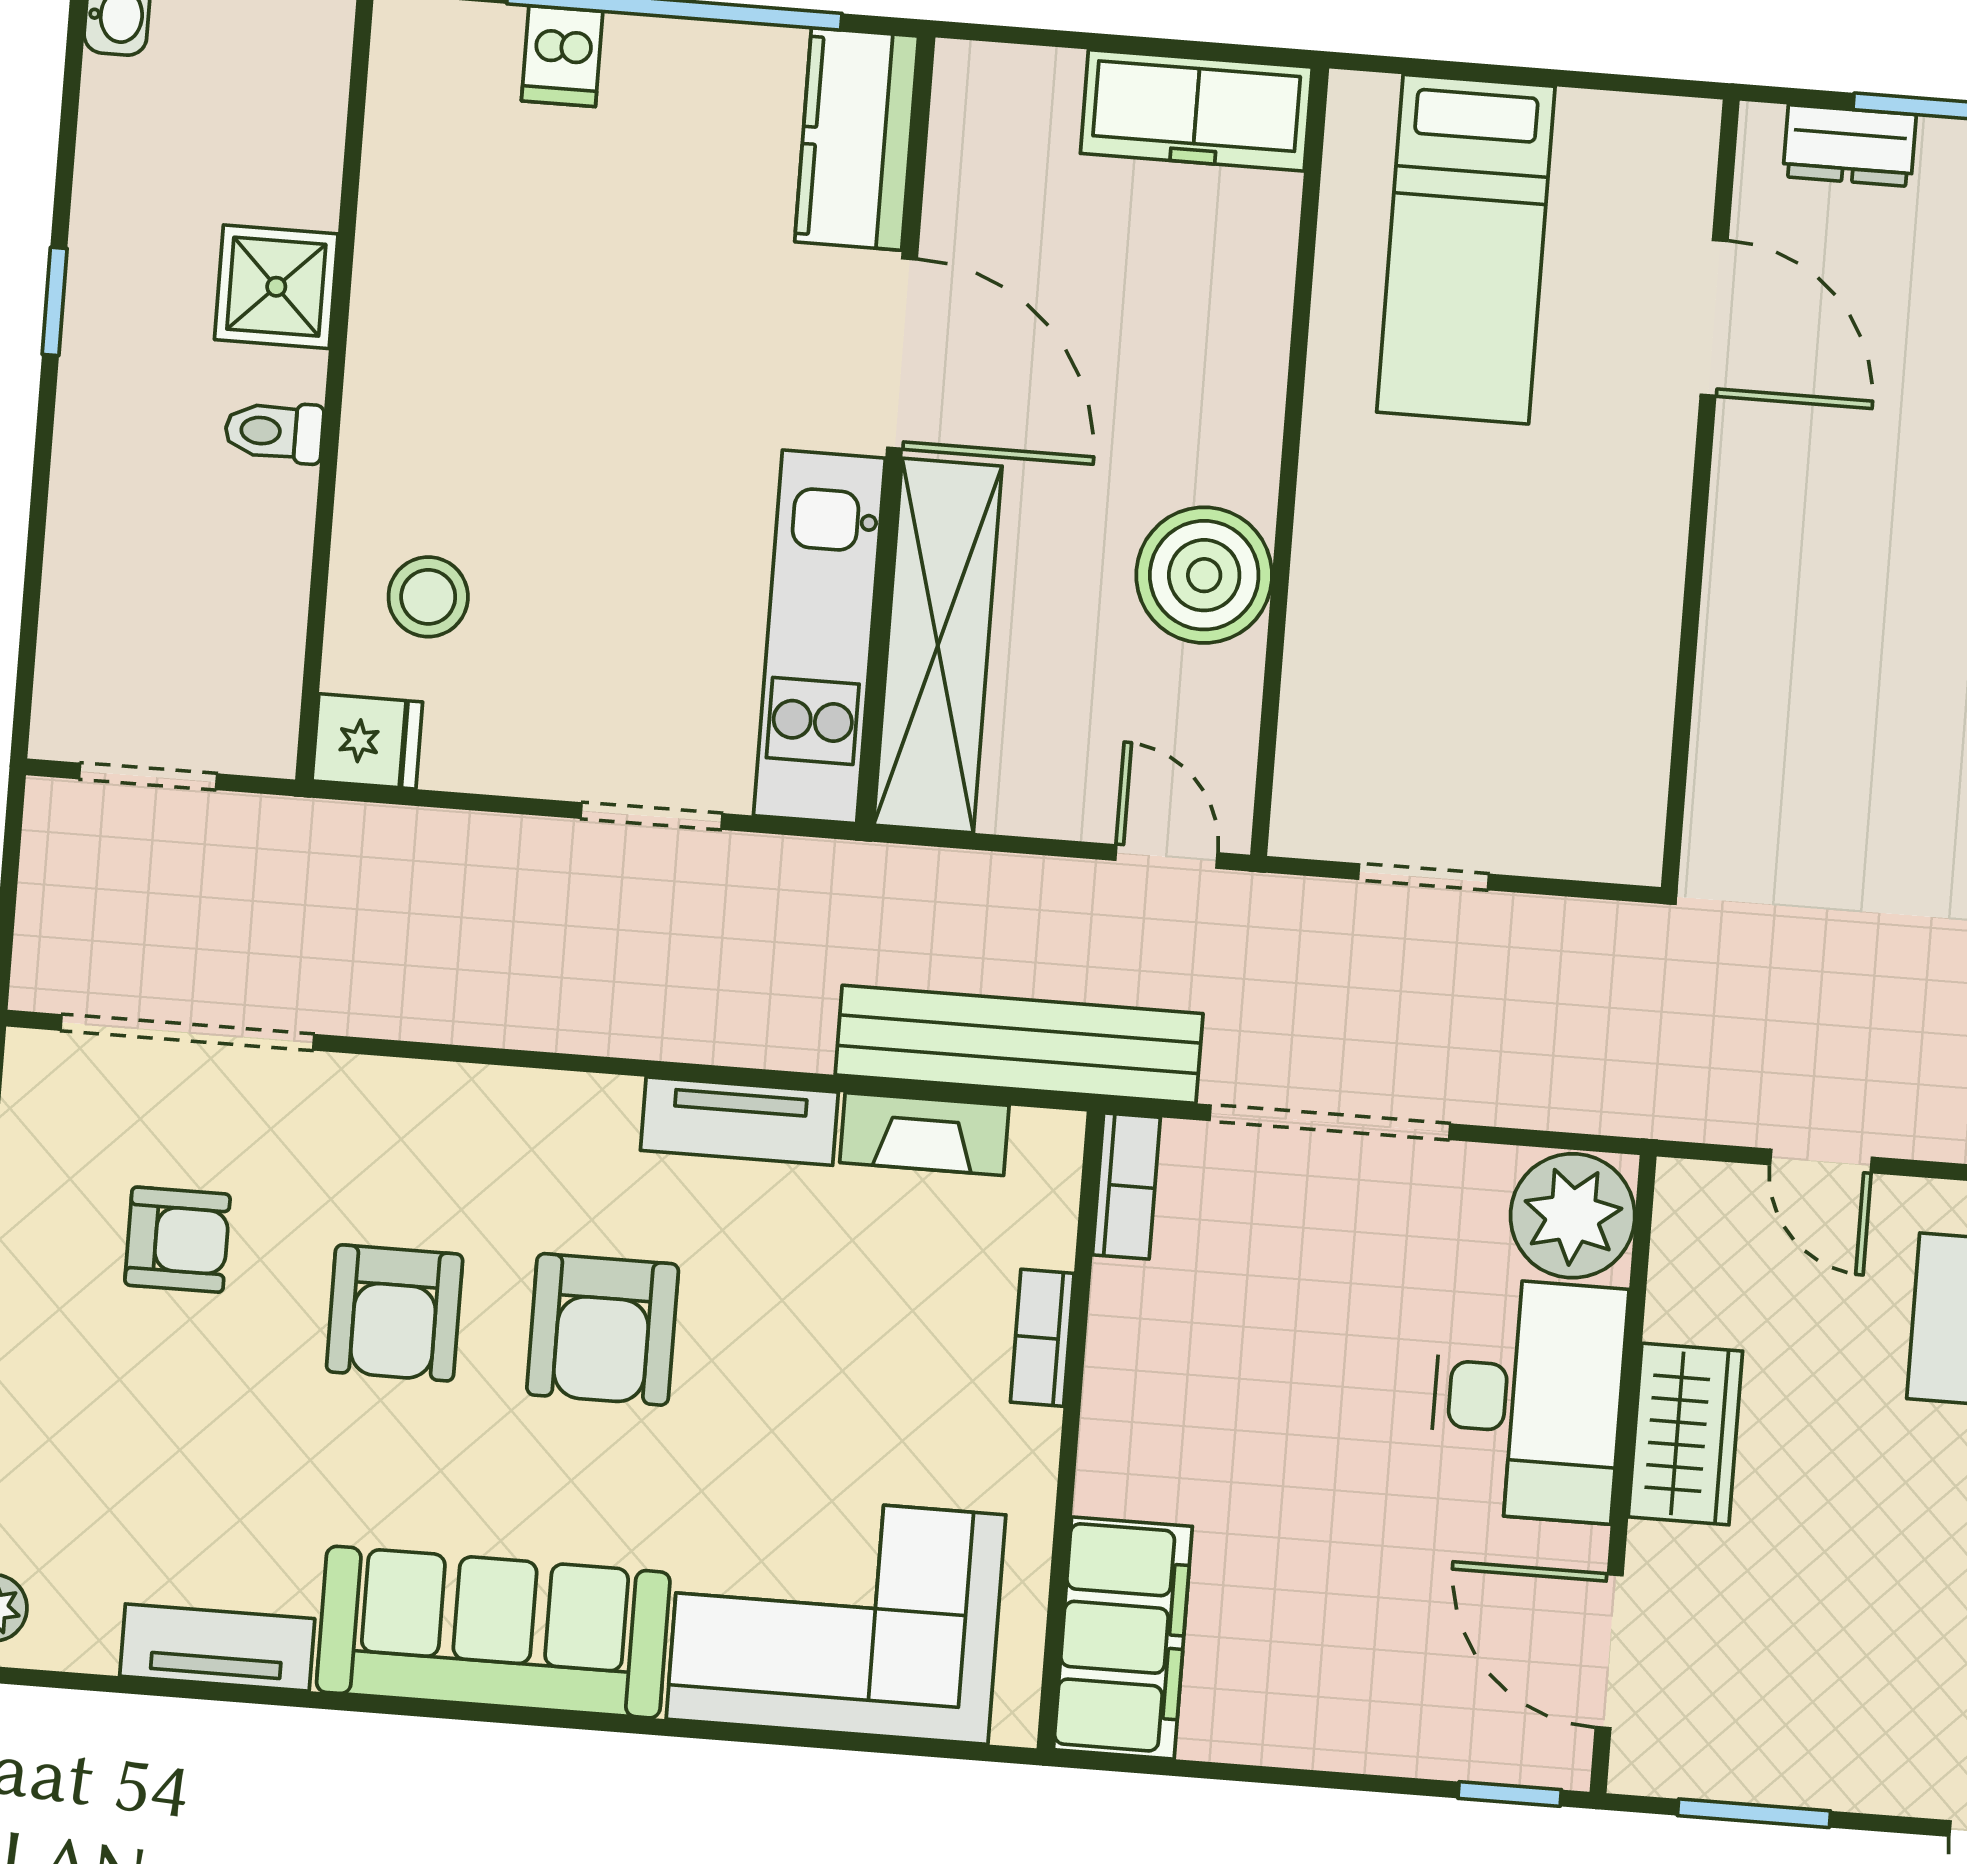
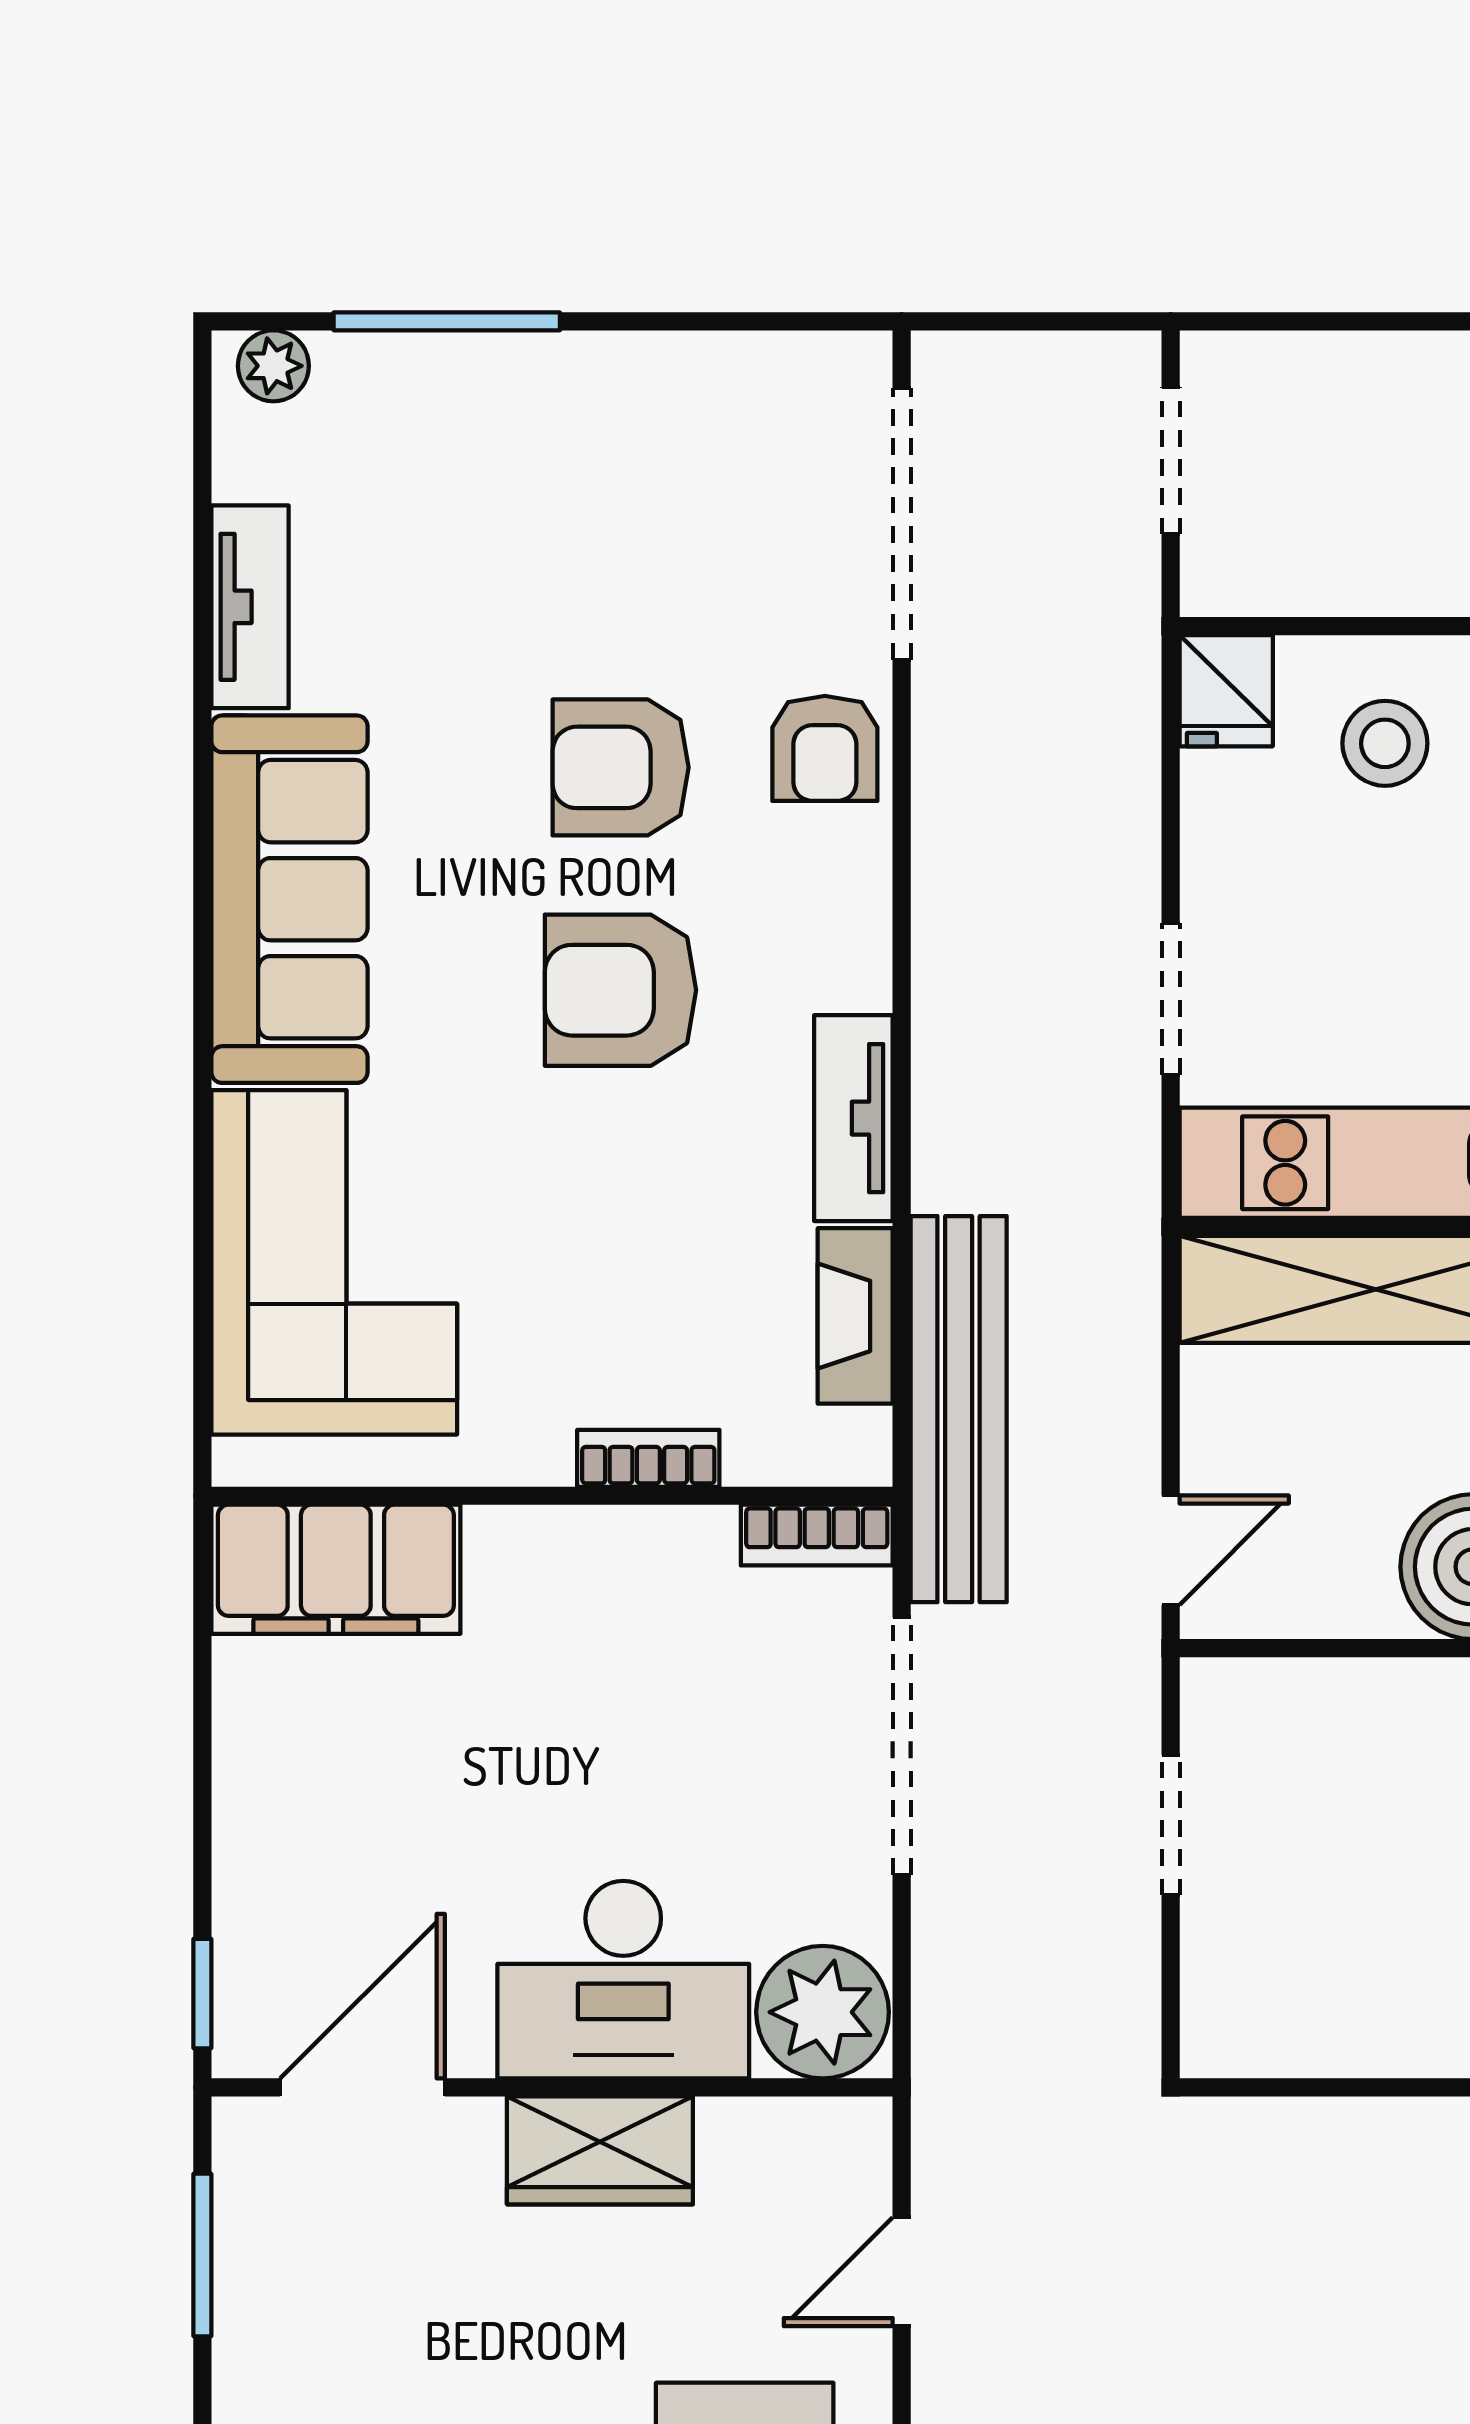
armchair: (178, 1240) -> (825, 748), moved

